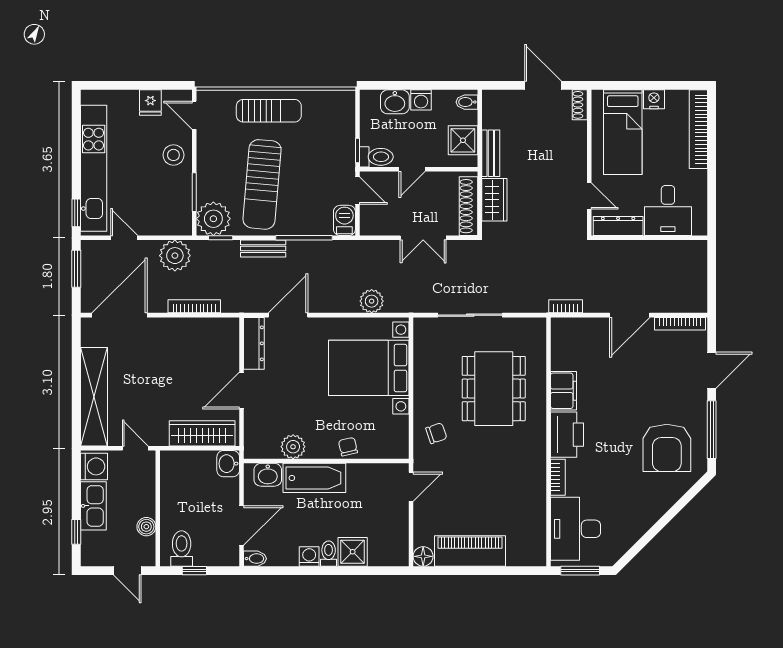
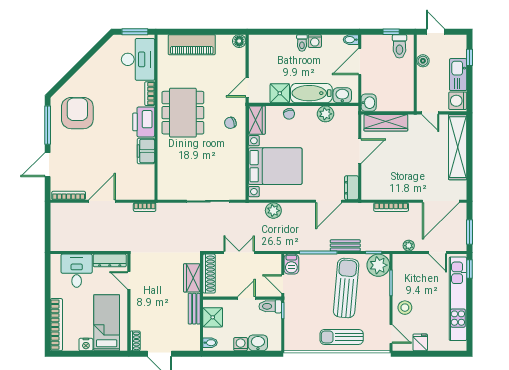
plant: (175, 256) -> (409, 246), width x0.53, depth x0.53
dresser: (254, 343) -> (352, 188), width x0.70
dining table: (494, 389) -> (183, 113), moved
wardrobe: (396, 437) -> (257, 120), added
piano: (470, 551) -> (192, 45), moved
shower: (353, 552) -> (280, 93), moved

